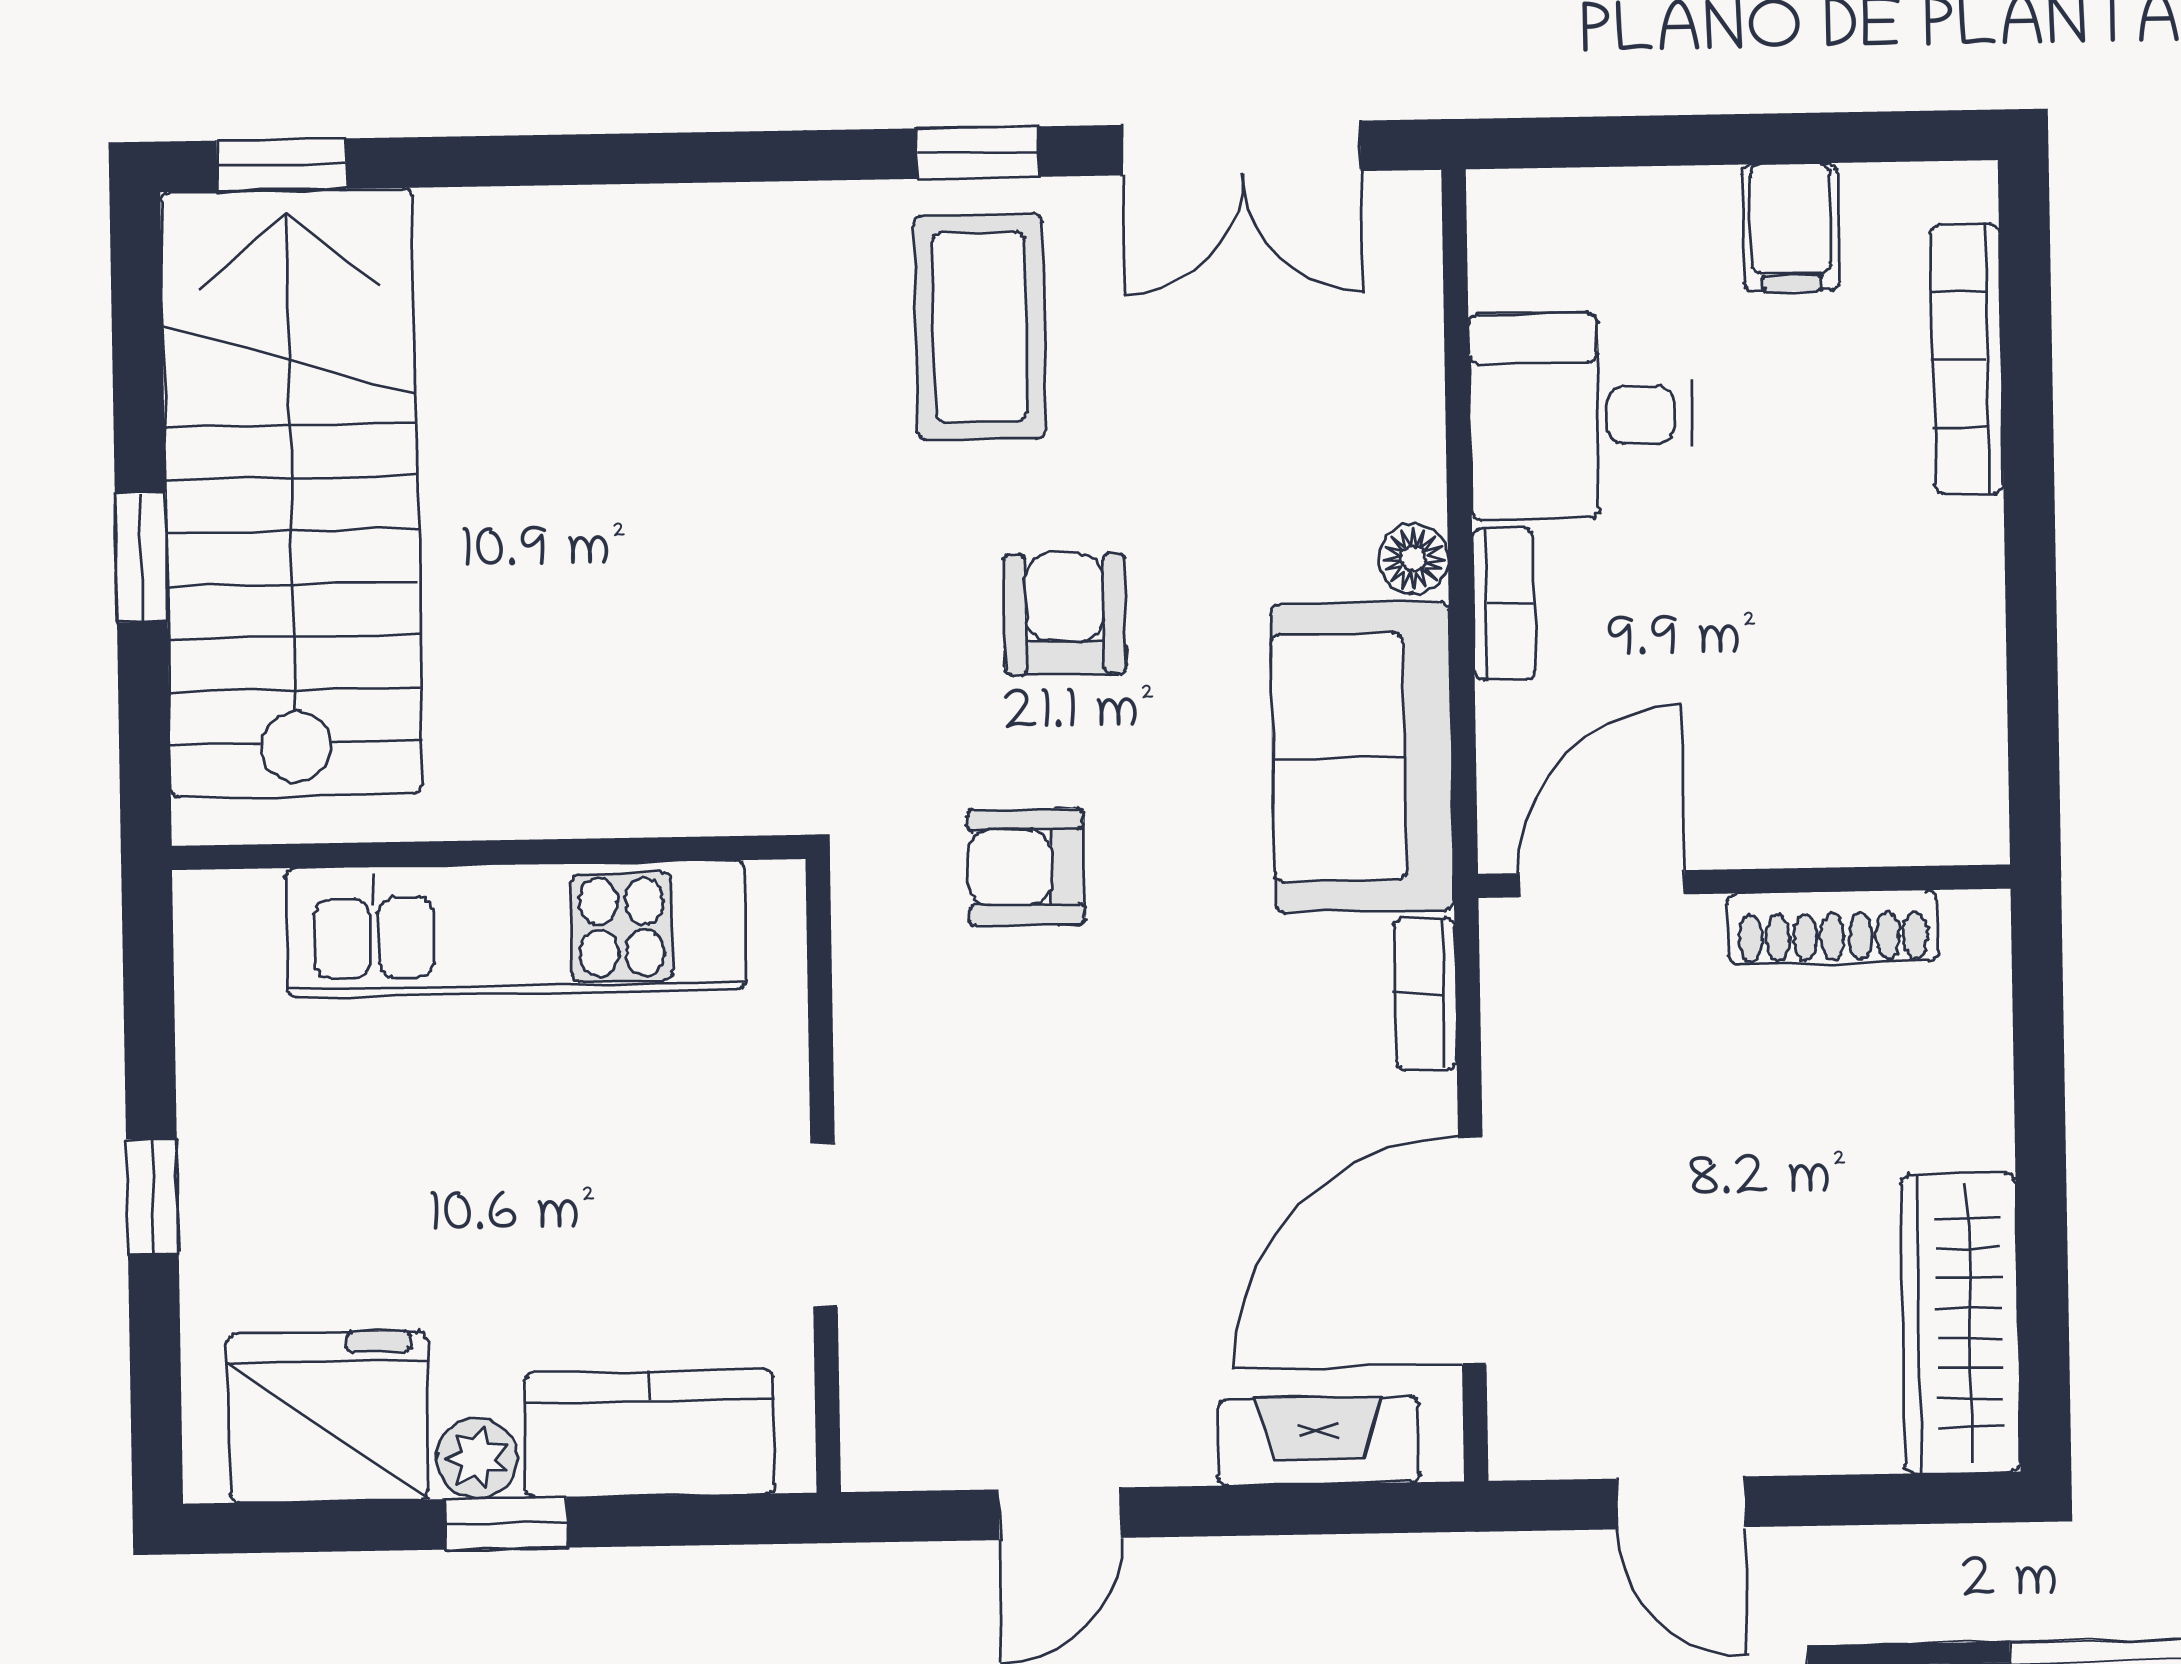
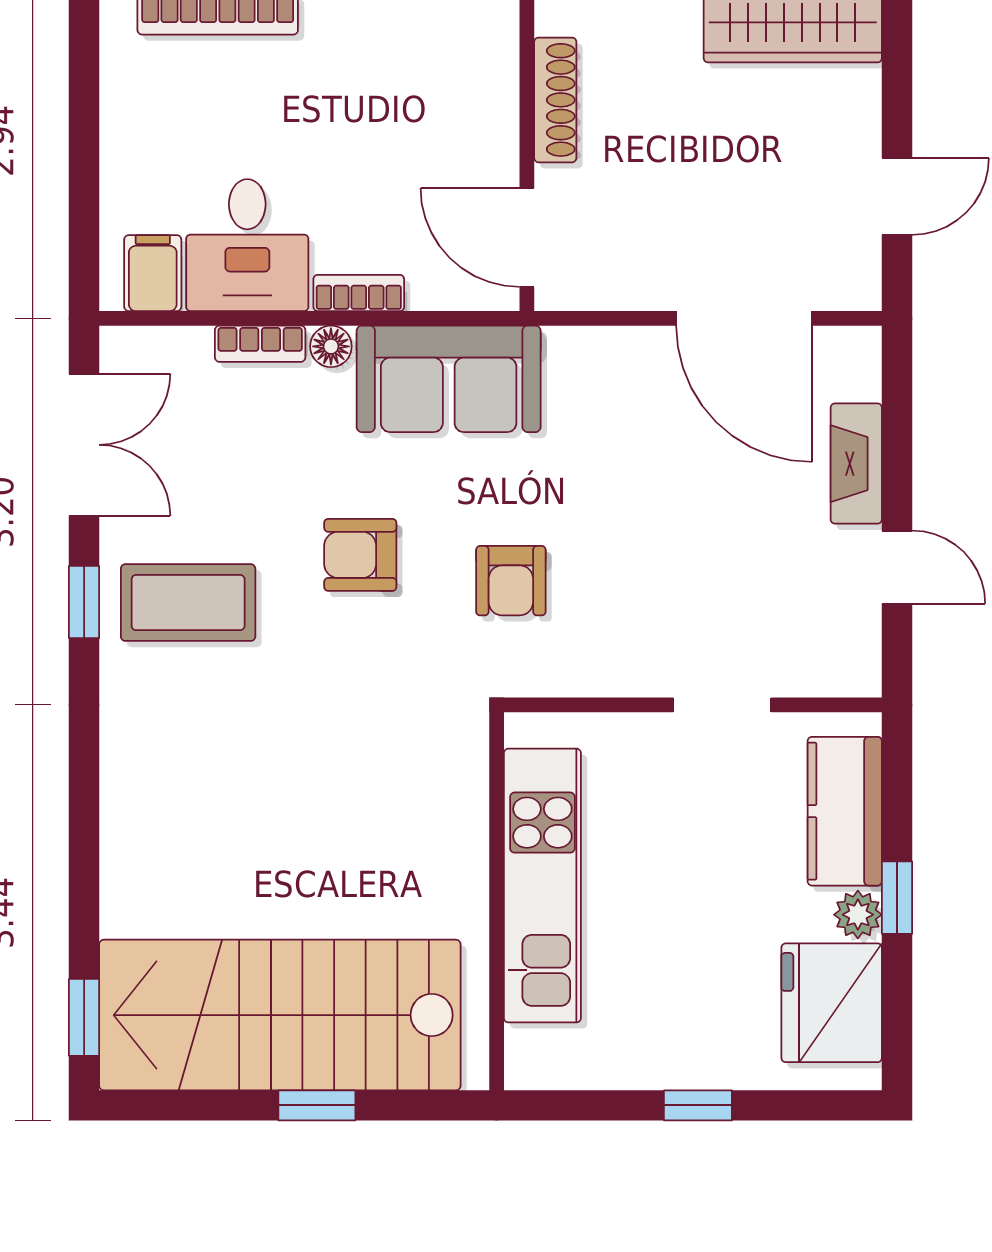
filing cabinet: (1791, 227) -> (153, 273), moved, turned -90
bookcase: (1425, 994) -> (260, 344), moved
fireplace: (1319, 1441) -> (856, 464), moved

